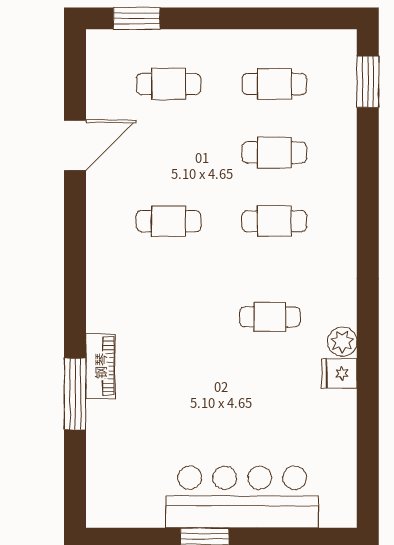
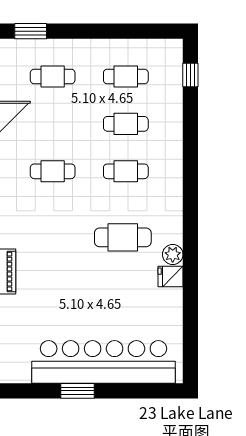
window: (368, 82) -> (190, 75), width x0.67
cafe table: (270, 317) -> (123, 237), width x1.37, depth x1.35
bar counter: (242, 497) -> (104, 362), width x1.36

